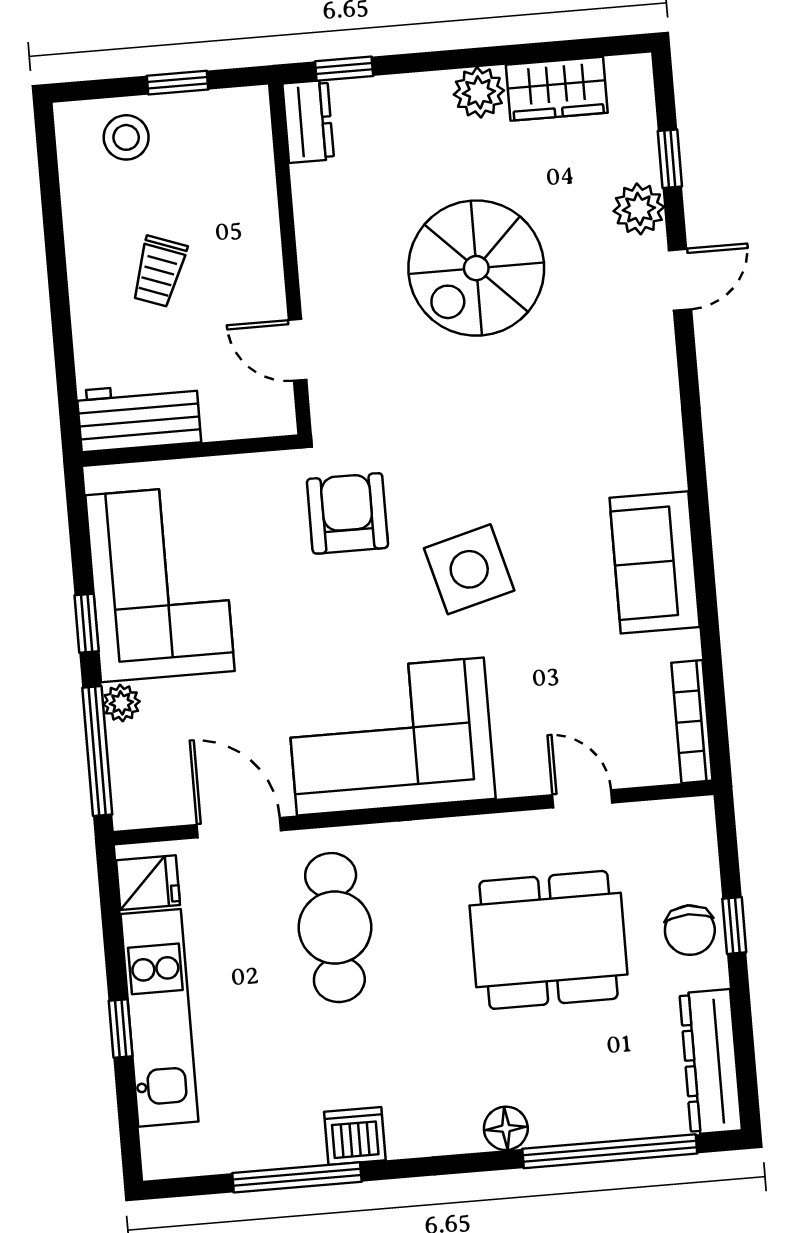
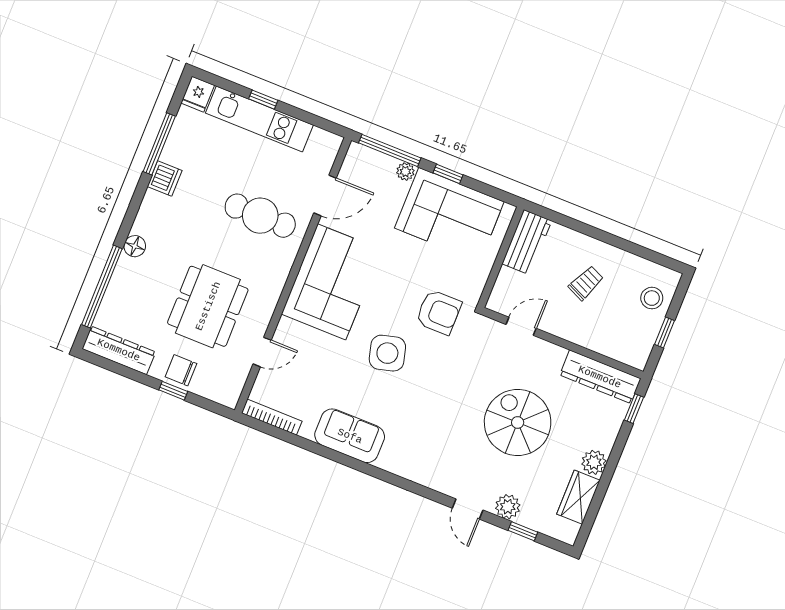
dresser: (308, 121) -> (600, 377), width x1.96, depth x1.24
trolley: (159, 271) -> (586, 283), turned 94
fridge: (148, 883) -> (198, 94), moved

